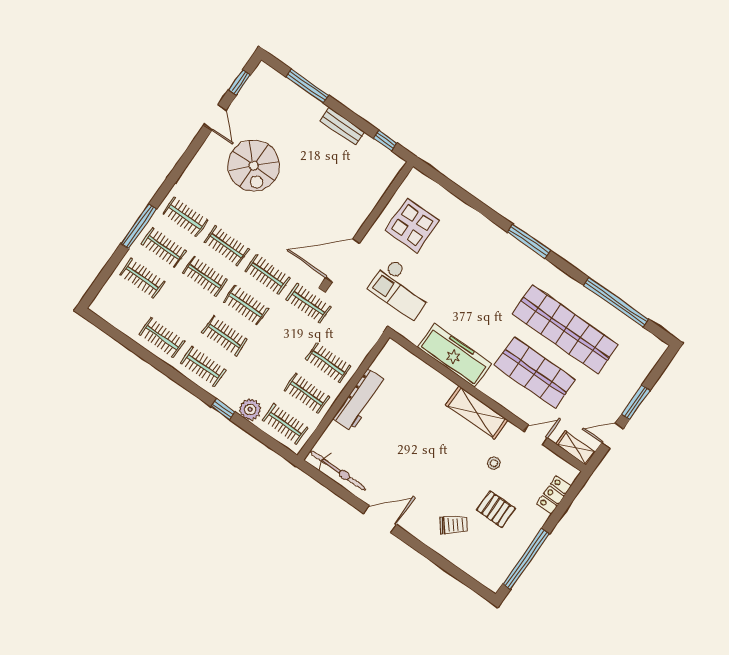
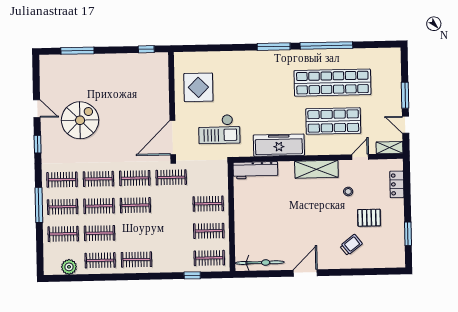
window: (240, 82) -> (38, 144), moved
bench: (342, 126) -> (115, 59), removed
spiral stairs: (254, 166) -> (80, 120), turned -90
window: (616, 302) -> (326, 45), moved
clothes rail: (225, 336) -> (100, 233), moved
workbench: (360, 400) -> (255, 170), moved, turned 90
window: (223, 409) -> (192, 275), moved
plant: (250, 409) -> (69, 267), moved
door: (612, 436) -> (406, 125), hinge flipped
window: (526, 559) -> (408, 234), width x0.47

